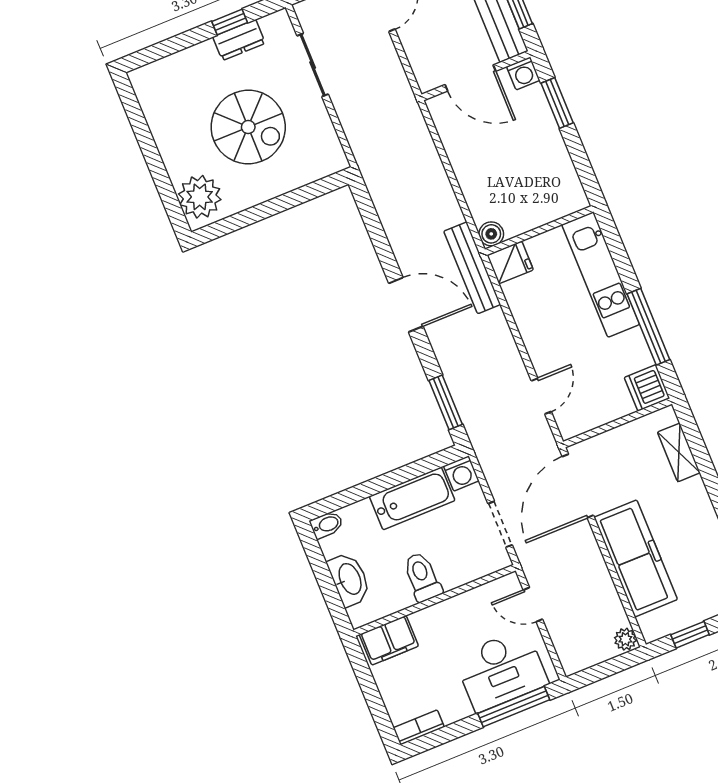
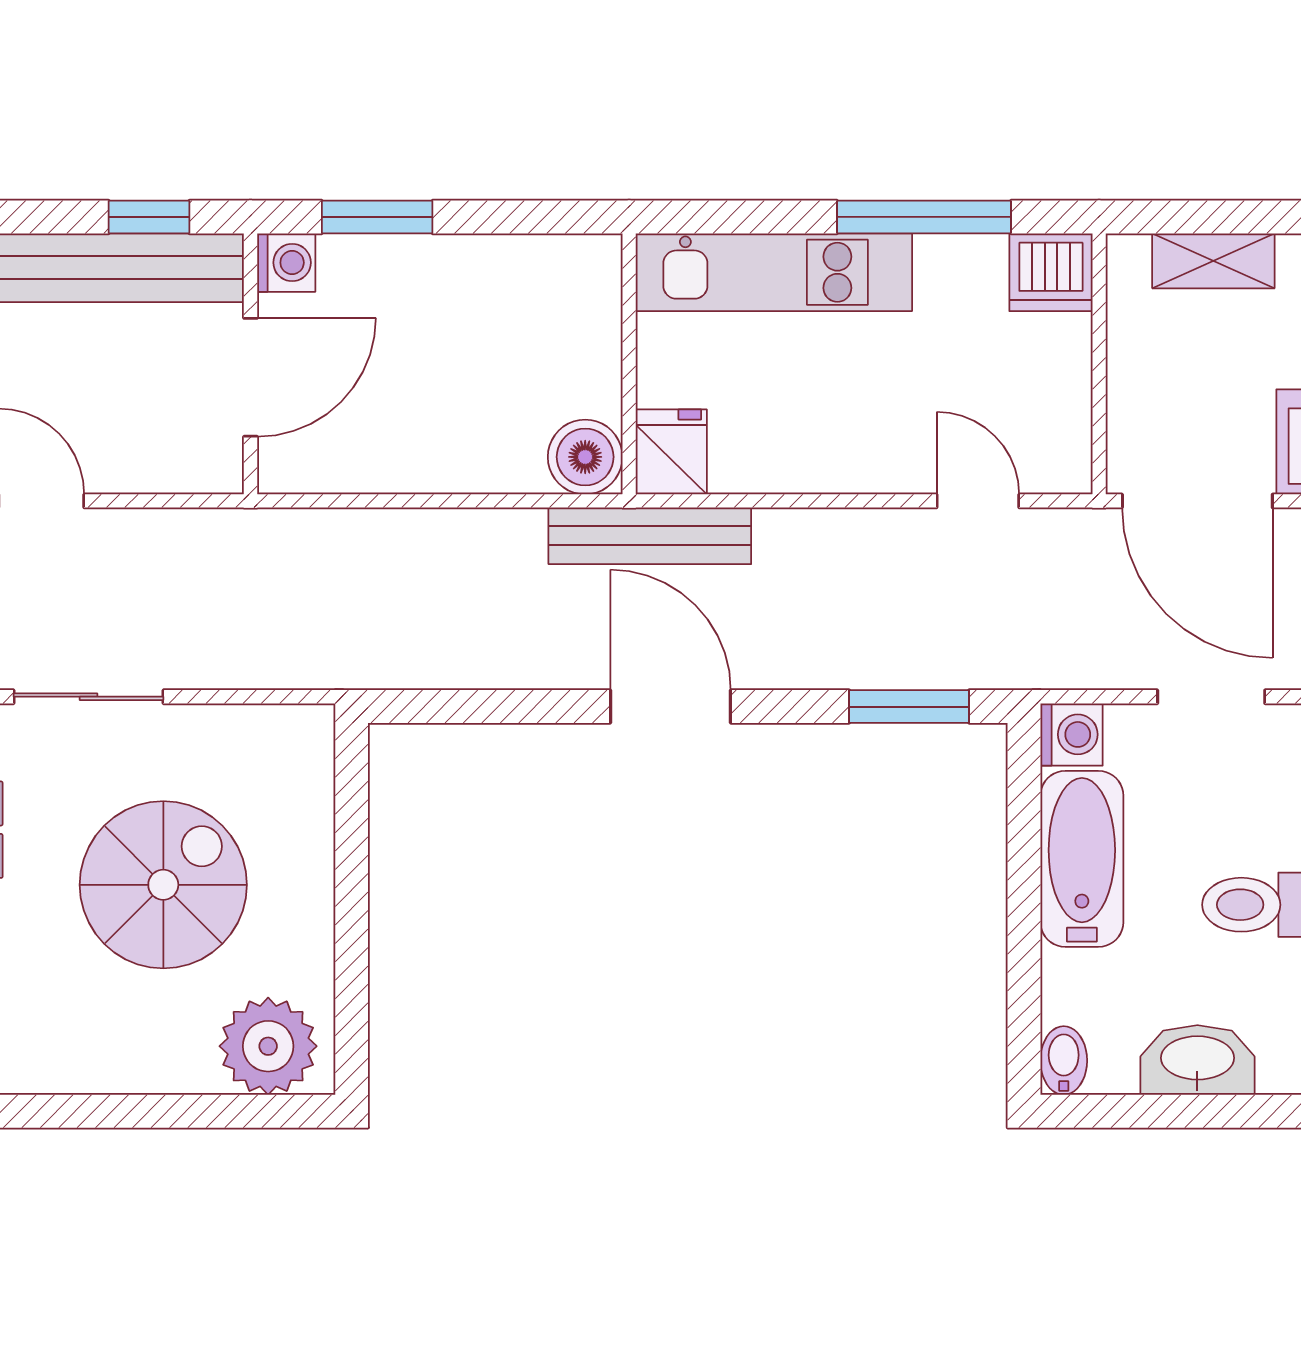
boiler: (491, 234) -> (585, 457), width x1.36, depth x1.36
door: (406, 305) -> (671, 707), hinge flipped

